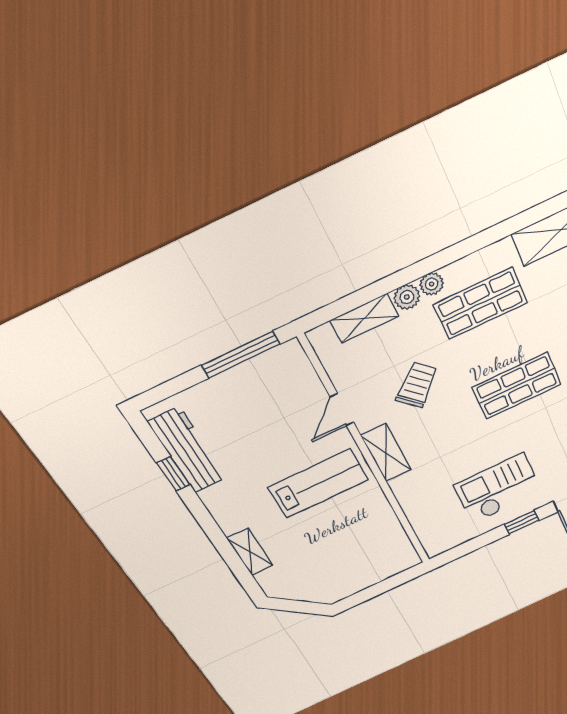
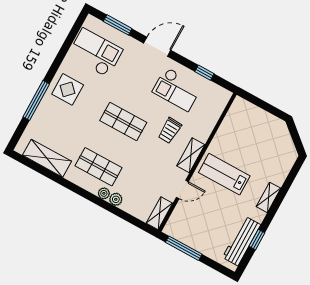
shelving: (364, 318) -> (159, 213), moved, turned 90
trolley: (417, 385) -> (170, 130), moved, turned -42
window: (522, 522) -> (204, 73), moved
shelving: (250, 552) -> (269, 197), moved

